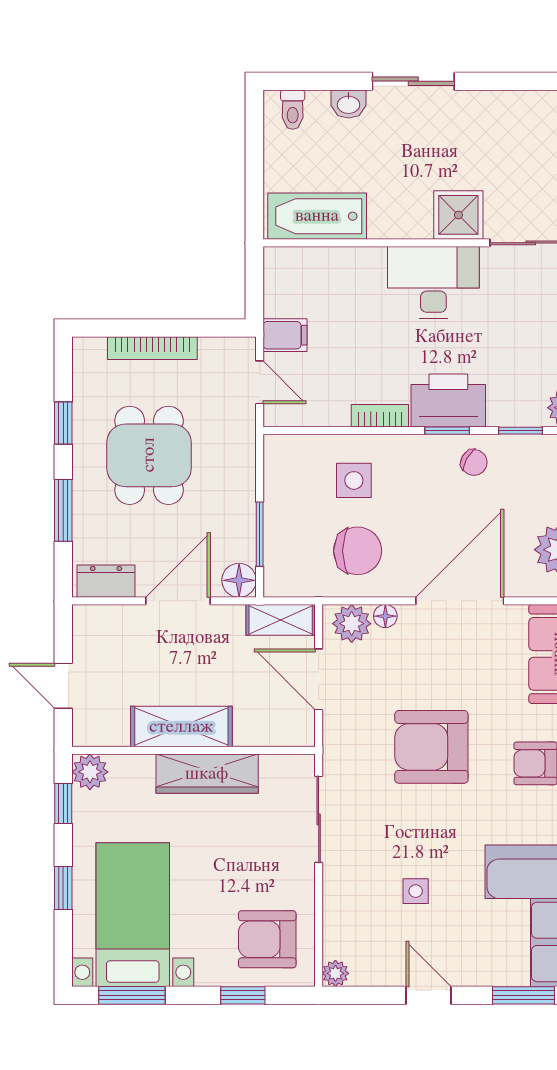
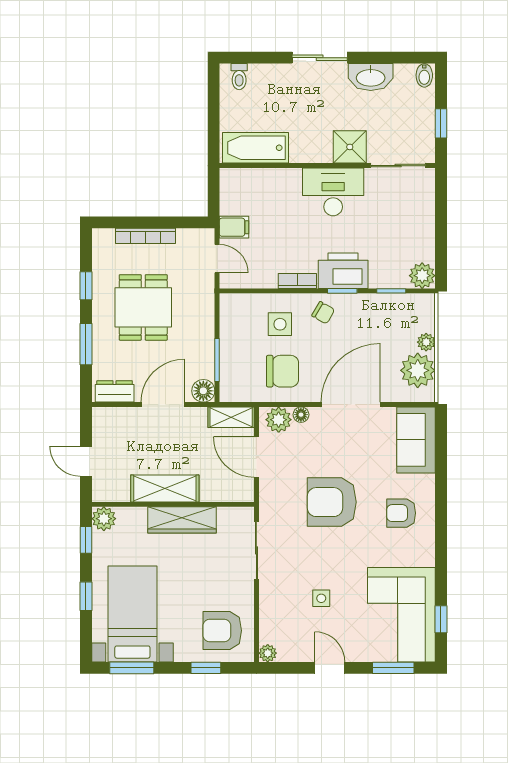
washbasin: (349, 104) -> (371, 77), moved, width x1.91, depth x1.45
chair: (474, 462) -> (323, 313), moved

